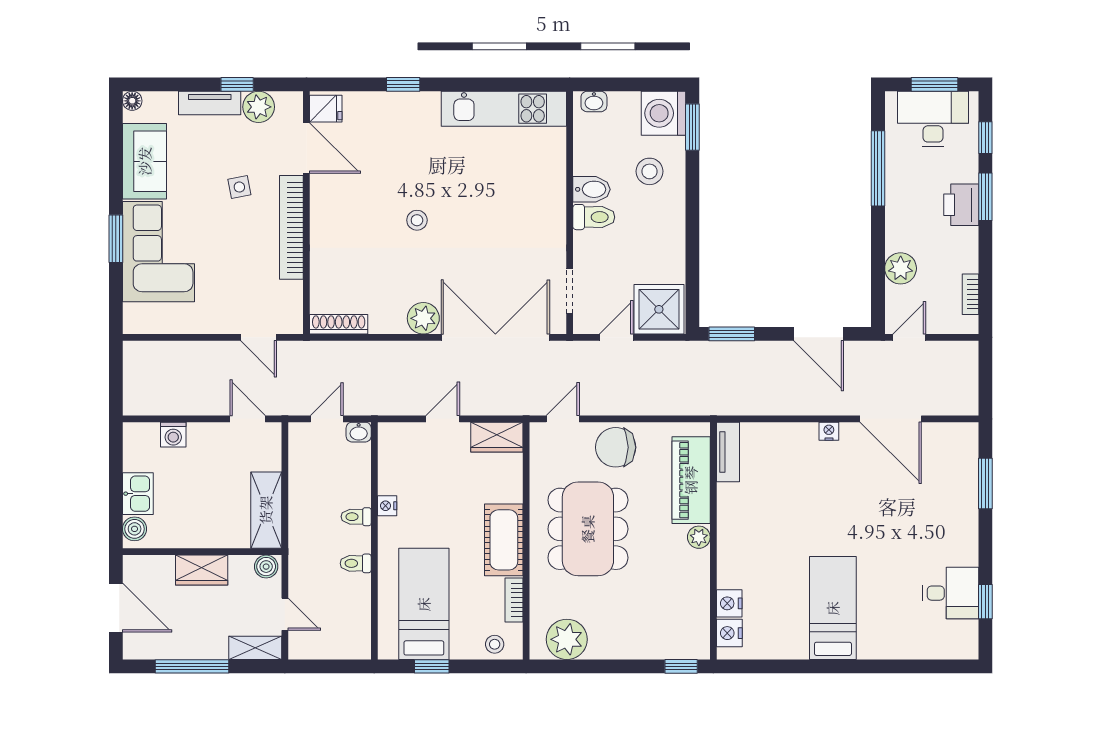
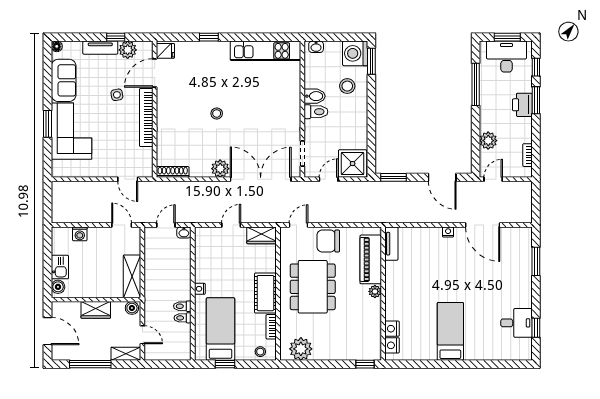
door: (306, 148) -> (155, 73), swing flipped
nightstand: (387, 506) -> (200, 289), moved
toilet: (356, 517) -> (182, 318), moved

